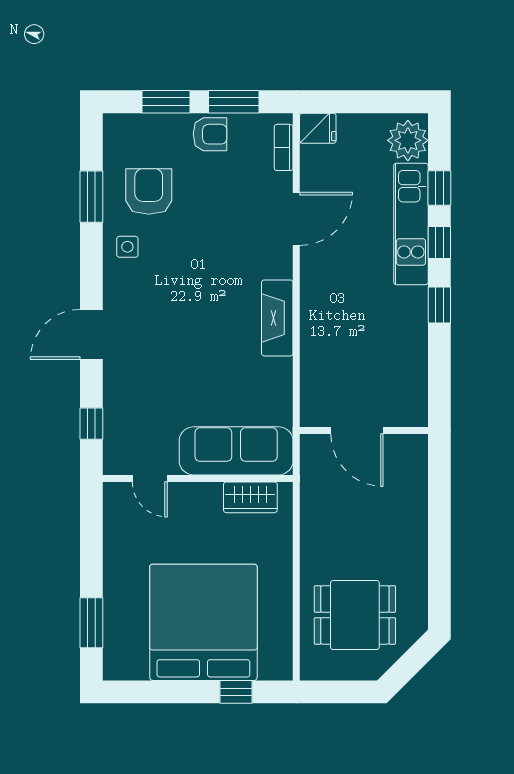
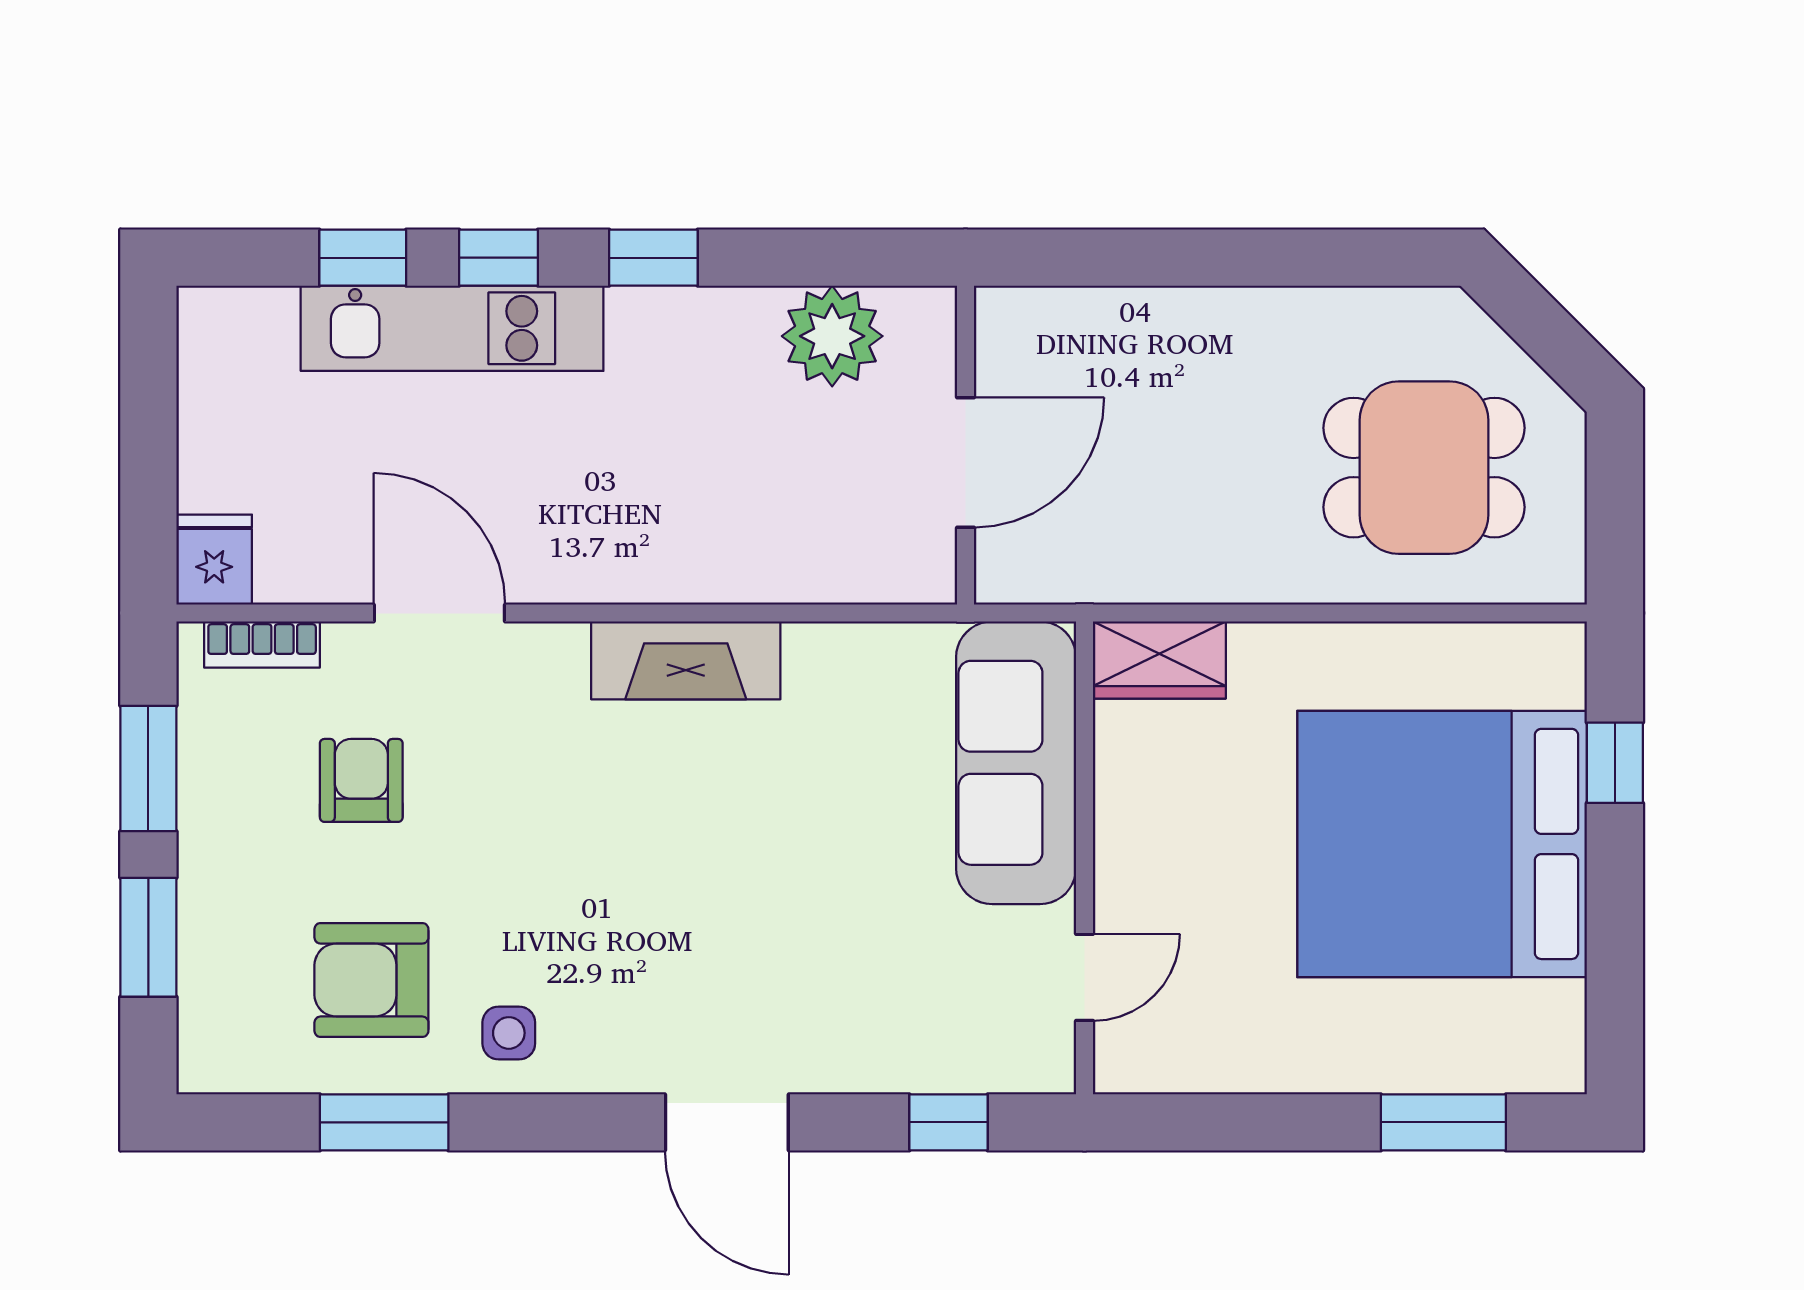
armchair: (210, 134) -> (361, 780), moved
plant: (408, 140) -> (832, 336), moved
wardrobe: (250, 497) -> (1159, 660), moved, turned 90
dining table: (355, 615) -> (1424, 468), turned 90

